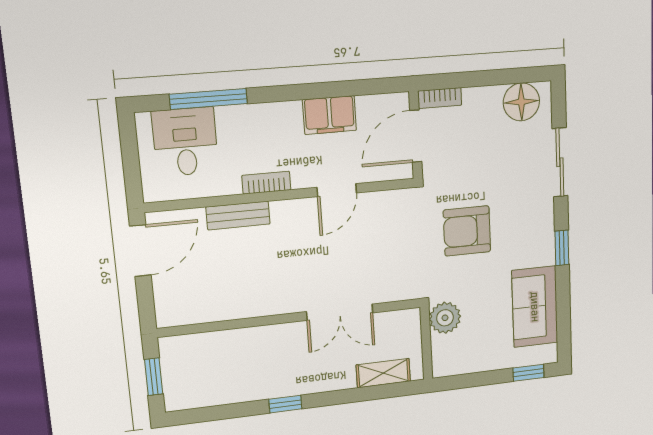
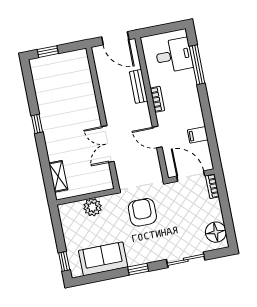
filing cabinet: (330, 115) -> (198, 135), width x0.50
double door: (340, 312) -> (108, 144), moved
wall: (291, 318) -> (103, 118), moved

